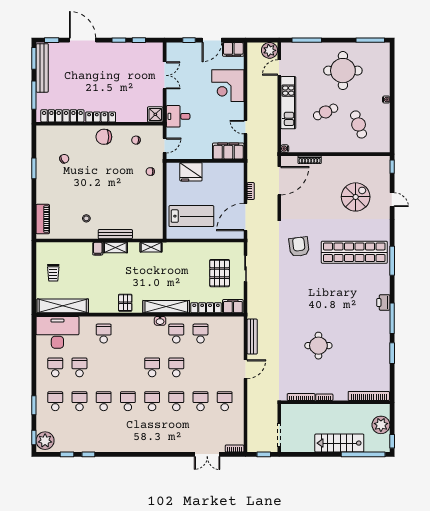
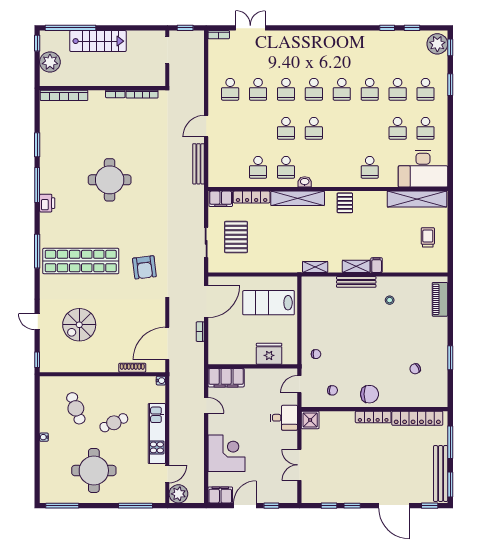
round table: (318, 346) -> (110, 180), moved, width x1.36, depth x1.36

